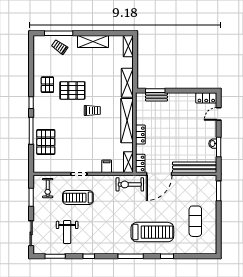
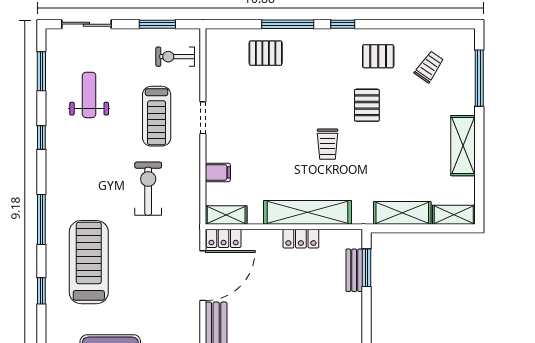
trolley: (60, 47) -> (429, 67), moved
shelving: (127, 83) -> (402, 213), moved
pallet: (72, 90) -> (367, 105), width x0.67, depth x0.71
locker: (140, 135) -> (301, 239), moved
pallet: (46, 142) -> (266, 53), width x0.67, depth x0.71
door: (159, 174) -> (203, 276), swing flipped
exercise bike: (130, 184) -> (148, 189), moved
treadmill: (78, 198) -> (157, 116), turned 180
weight bench: (67, 232) -> (89, 95), turned 90
treadmill: (152, 232) -> (89, 262), turned 180

